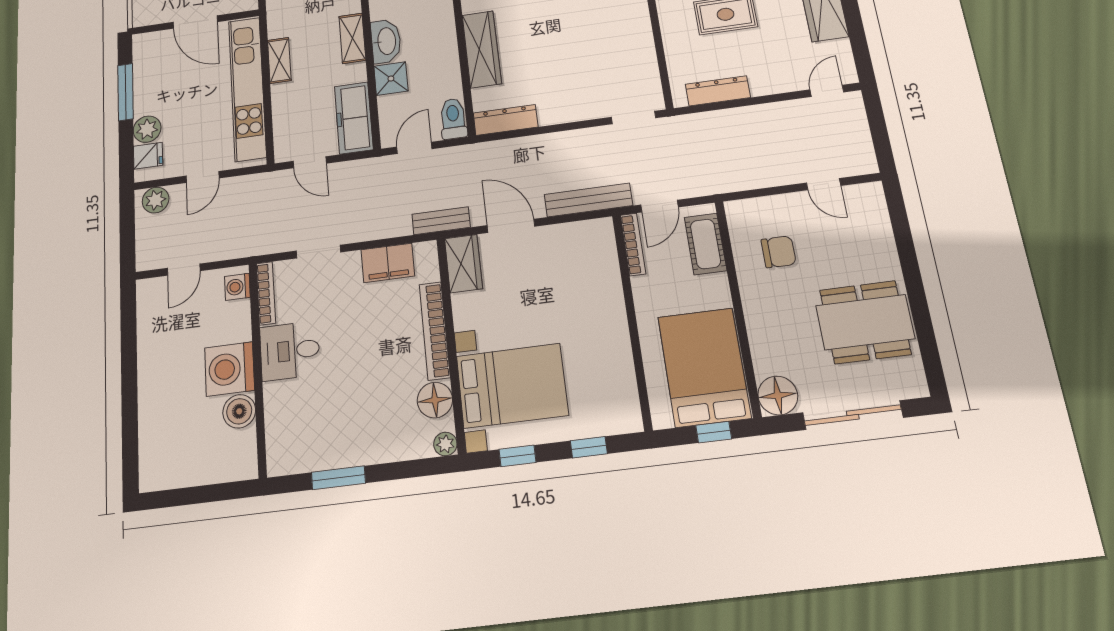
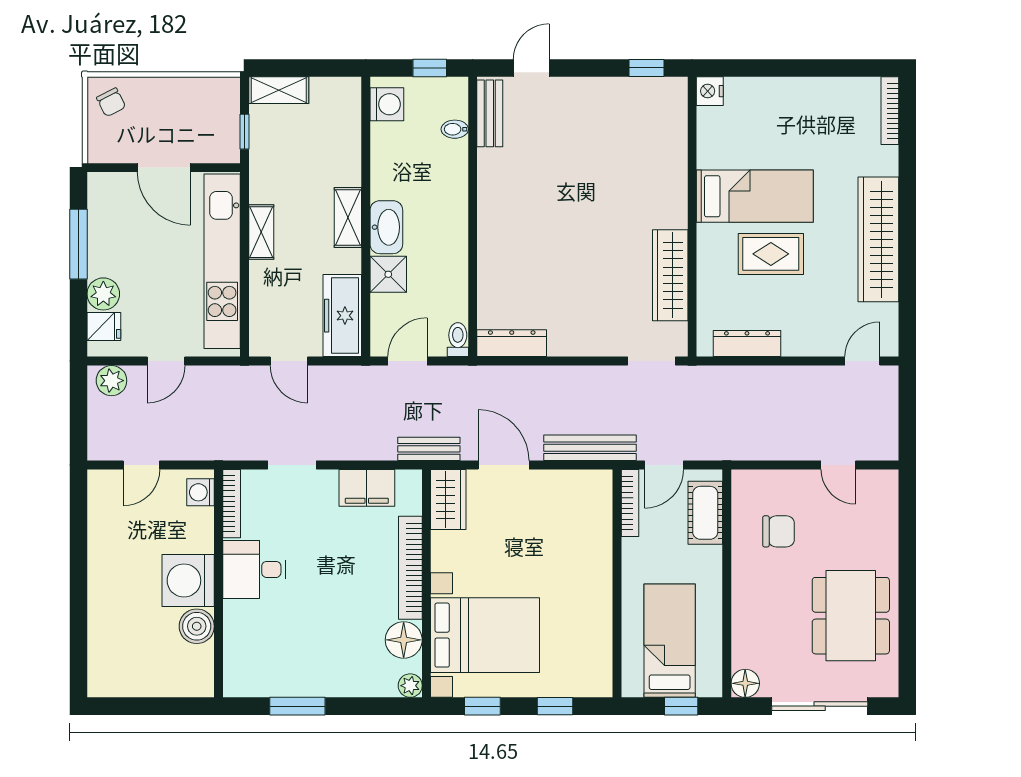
wardrobe: (482, 49) -> (670, 275), moved, turned 180
toilet: (453, 119) -> (458, 340), width x0.73, depth x0.72
dining table: (865, 322) -> (851, 616), turned 90
bed: (704, 367) -> (670, 641), width x0.67
floor lamp: (778, 395) -> (745, 683), width x0.73, depth x0.73

